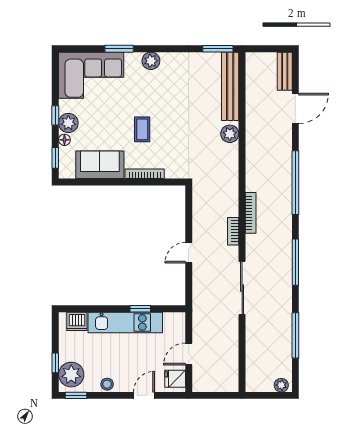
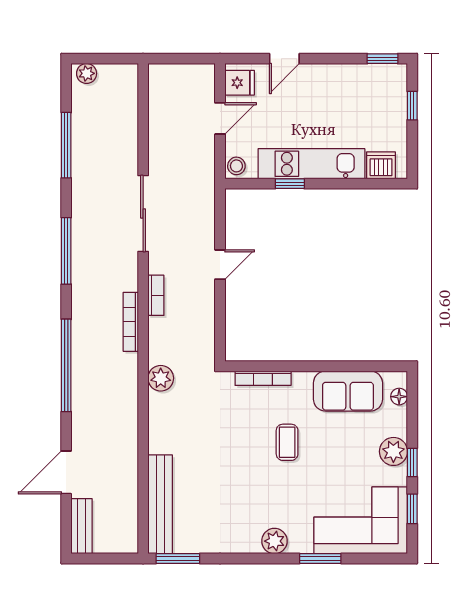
plant: (230, 134) -> (161, 378), moved
floor lamp: (64, 140) -> (399, 397), moved
window: (55, 158) -> (412, 509), moved
bookcase: (145, 174) -> (263, 378), moved
plant: (71, 375) -> (389, 89), removed
stool: (107, 384) -> (236, 166), moved

